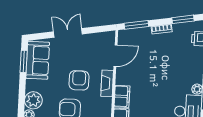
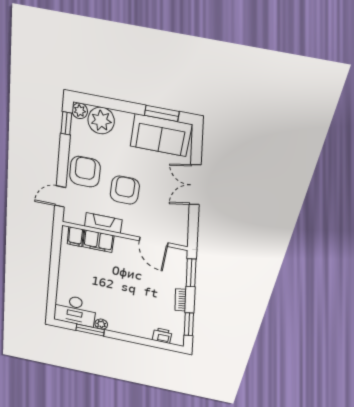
double door: (68, 33) -> (195, 185), swing flipped
armchair: (79, 80) -> (125, 190), turned -90
fireplace: (107, 83) -> (103, 223), moved

